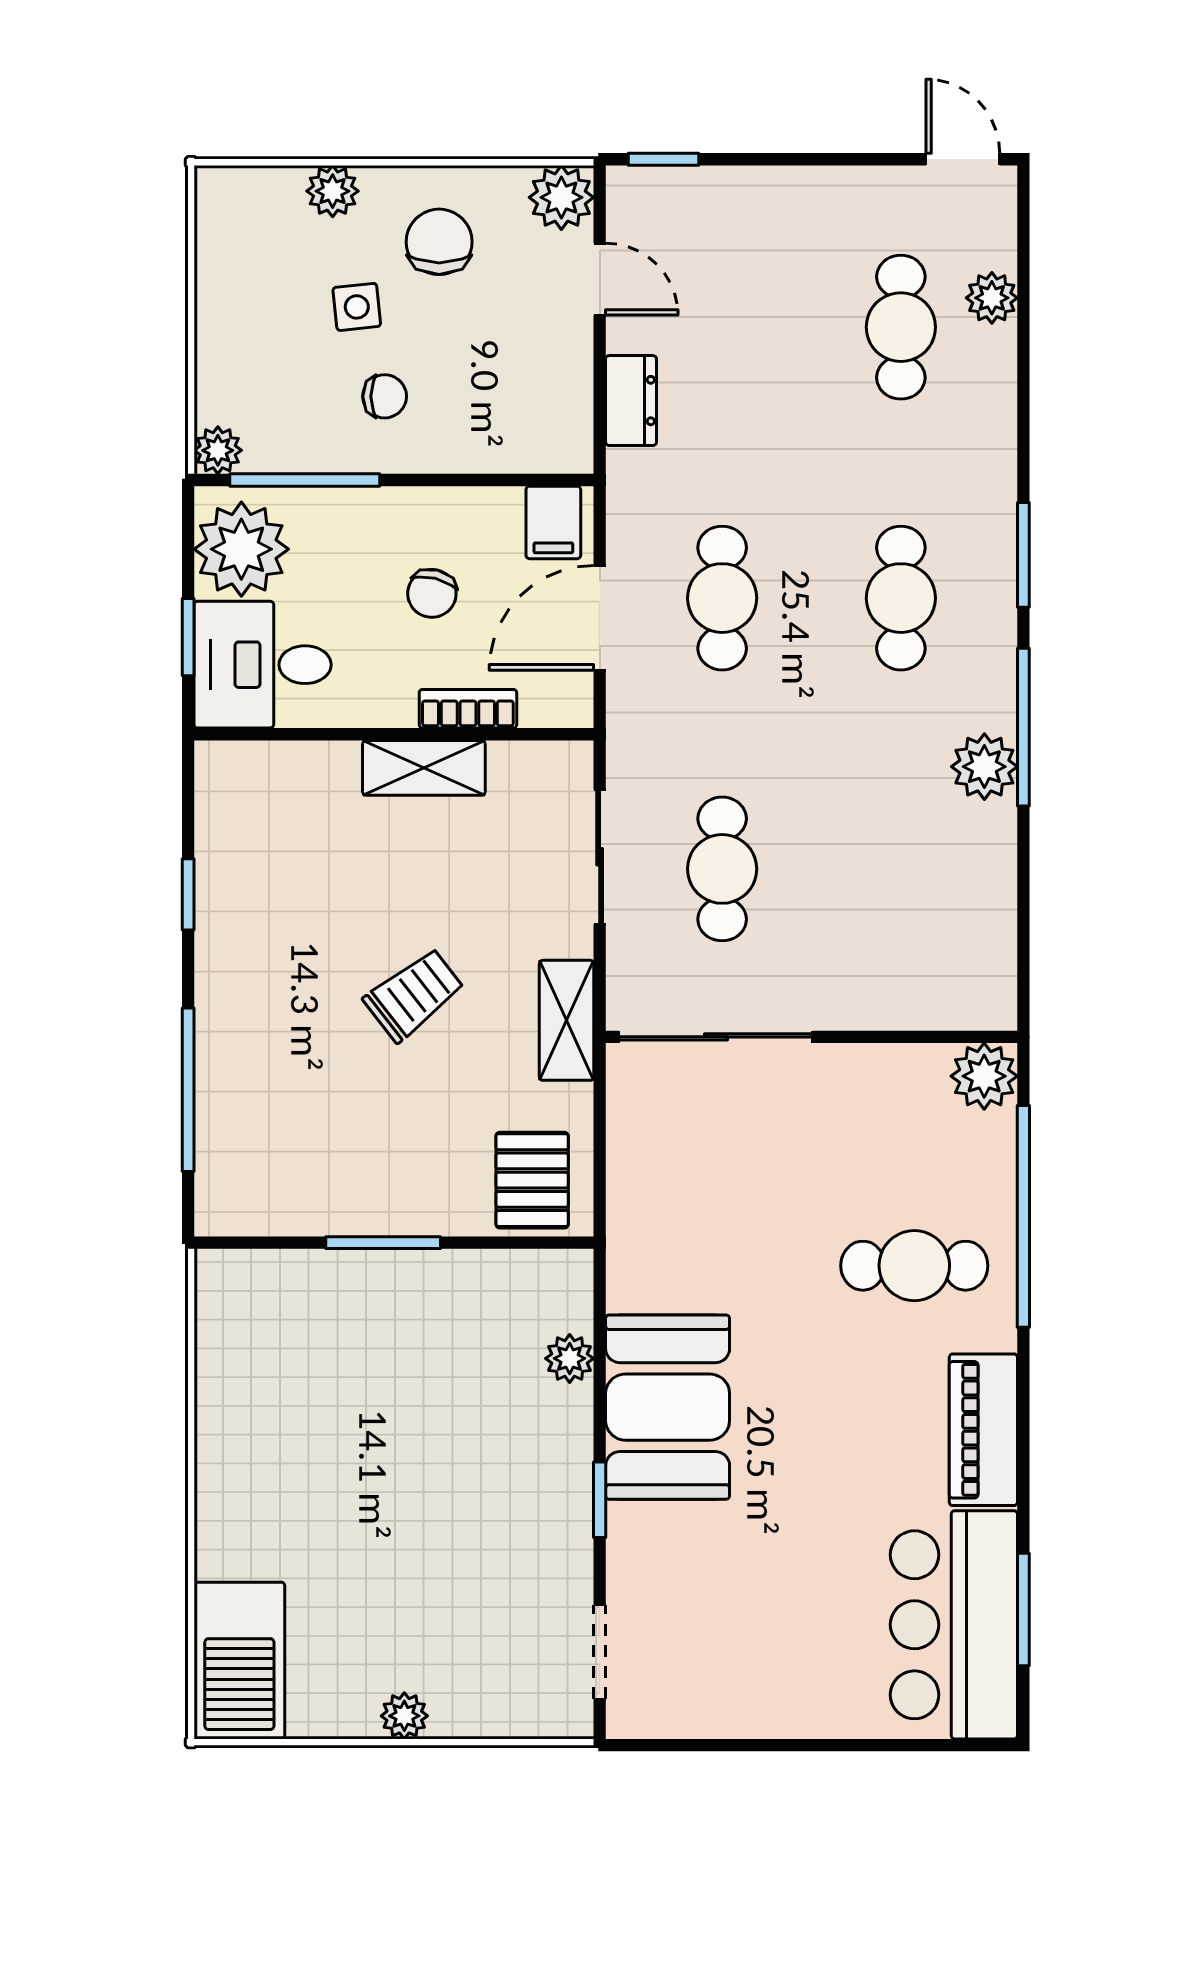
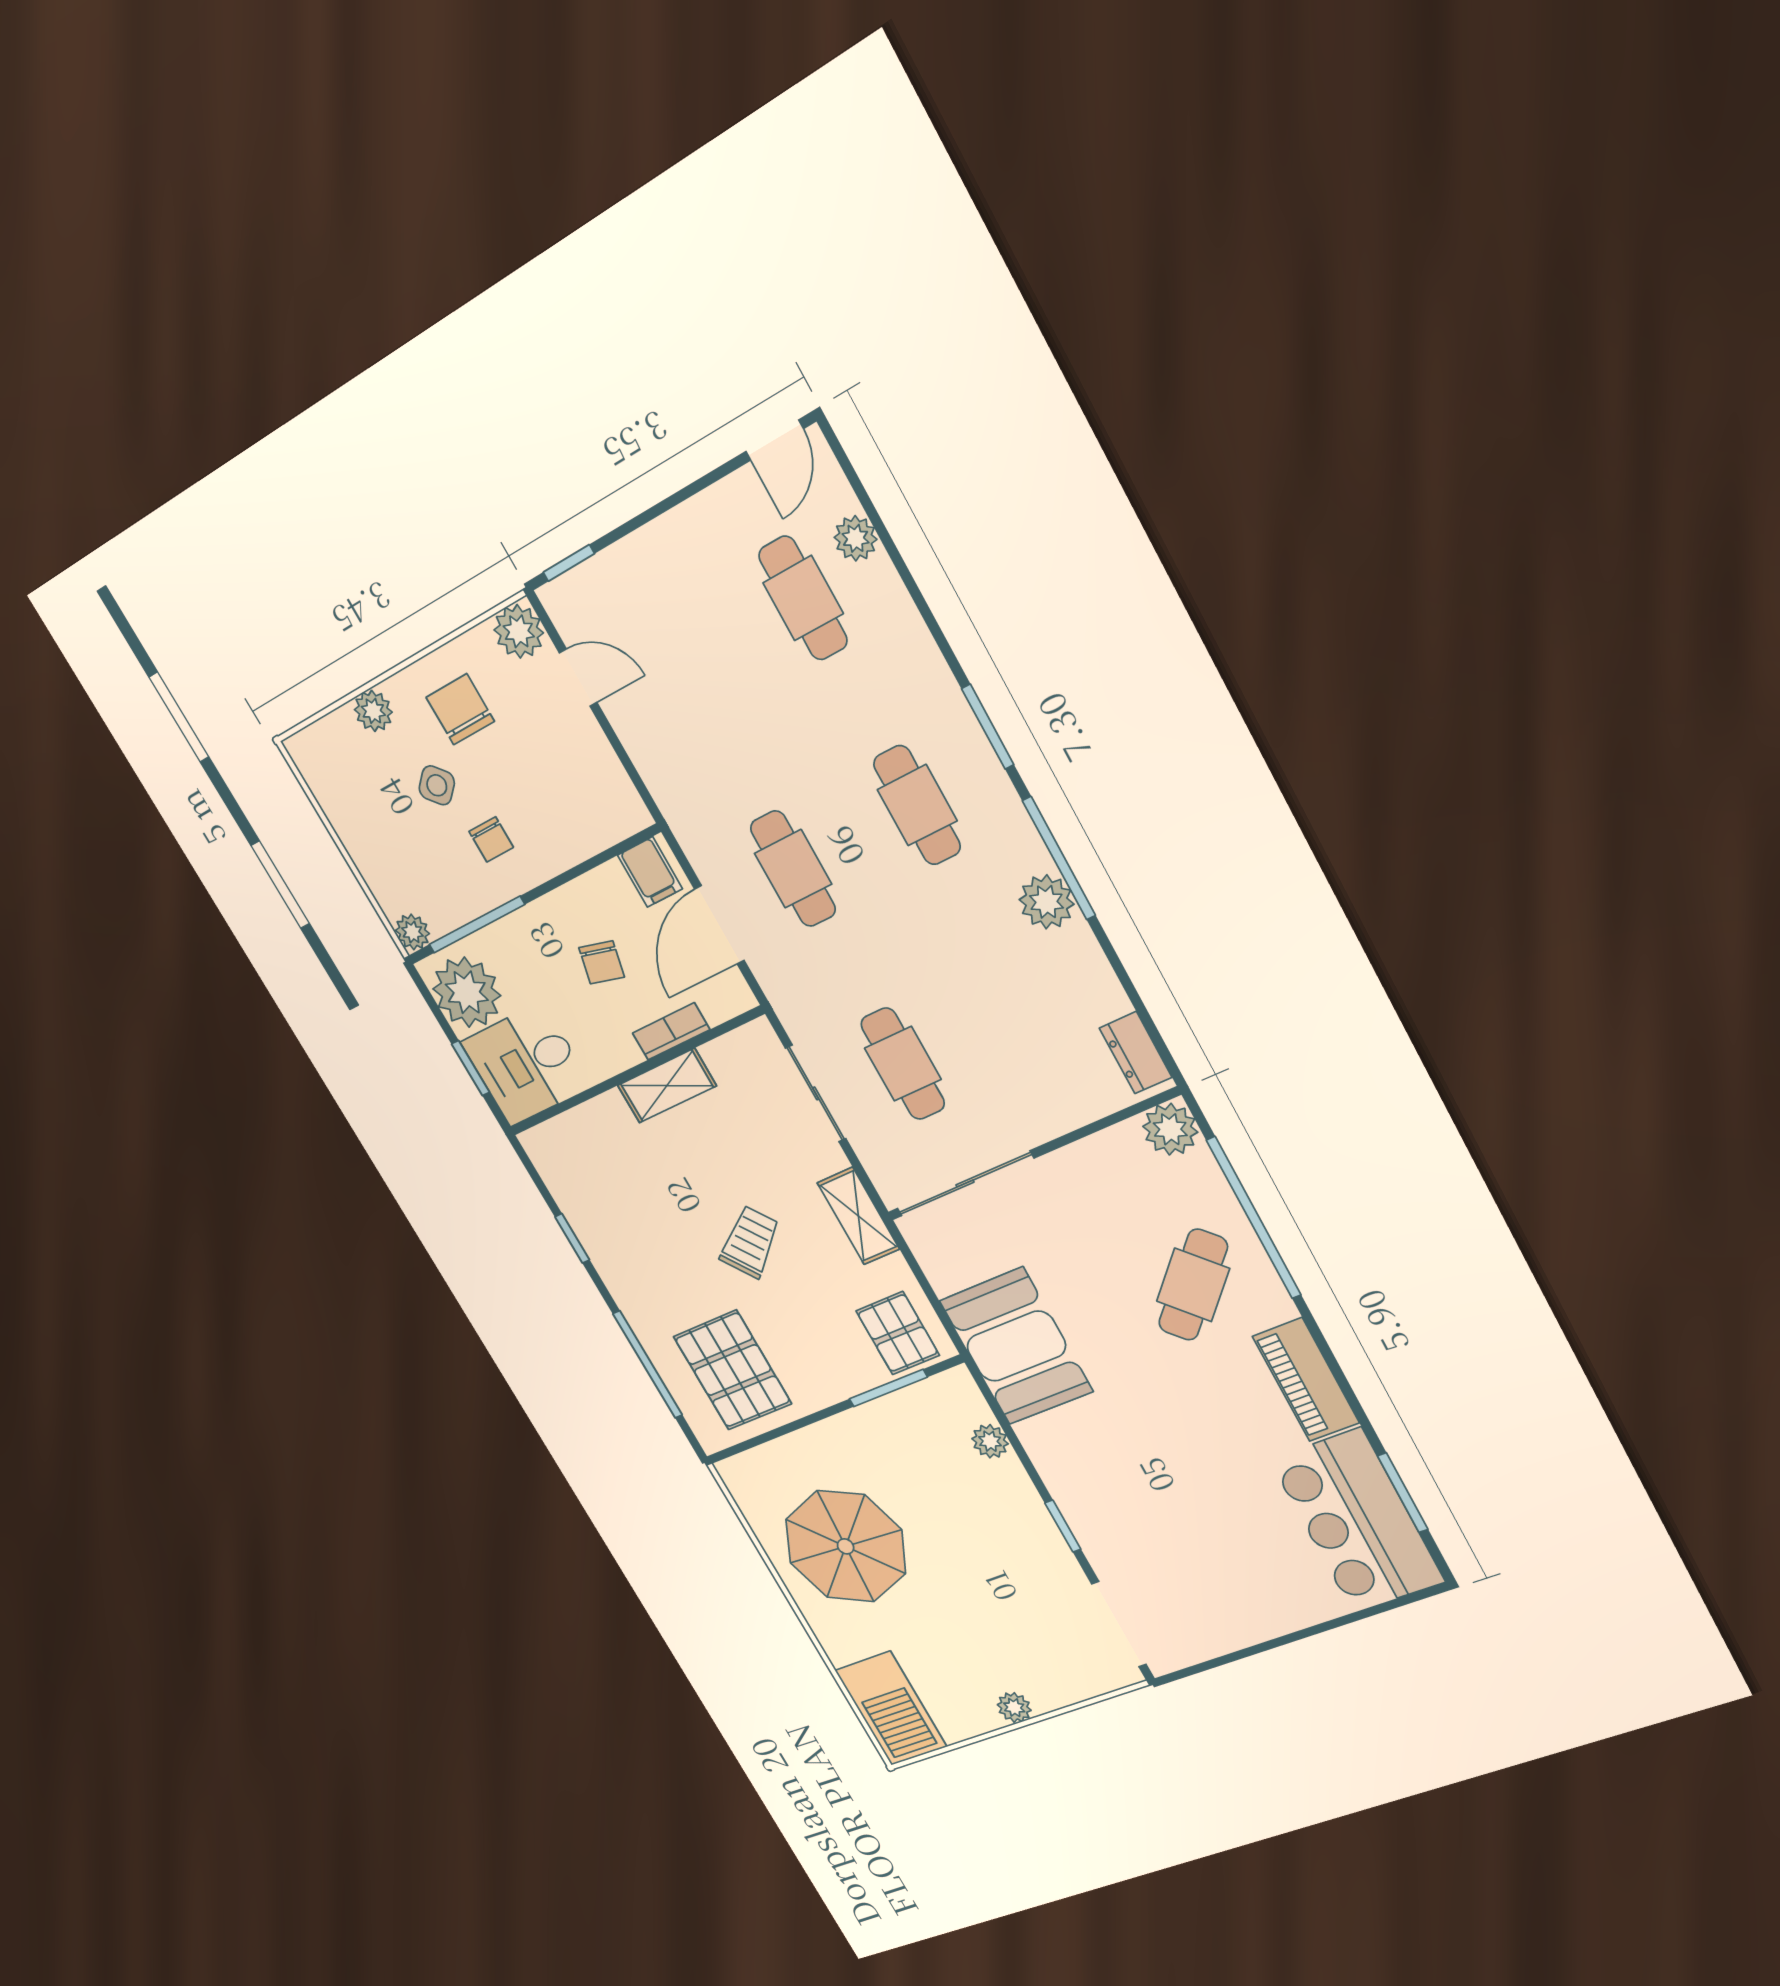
door: (963, 159) -> (775, 440), swing flipped
side table: (357, 307) -> (437, 785), turned -37
chair: (385, 396) -> (491, 839), turned 90
dresser: (631, 401) -> (1136, 1053), moved, turned 180
pallet: (295, 1141) -> (732, 1370), added
window: (383, 1243) -> (888, 1388), moved
cafe table: (914, 1266) -> (1193, 1285), turned -45
booth: (668, 1407) -> (1016, 1346), moved
parasol: (307, 1422) -> (846, 1546), added
doorway: (600, 1652) -> (1119, 1624), width x1.38

